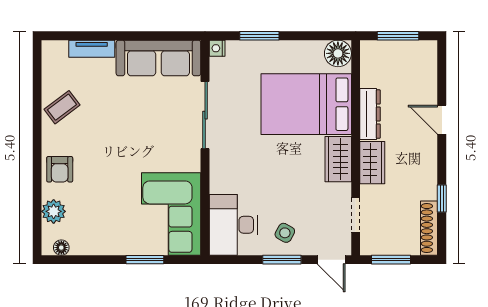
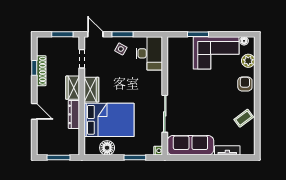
floor lamp: (338, 53) -> (107, 148), moved
corner sofa: (171, 214) -> (216, 53), moved, turned 90
shoe rack: (429, 228) -> (41, 71), moved

